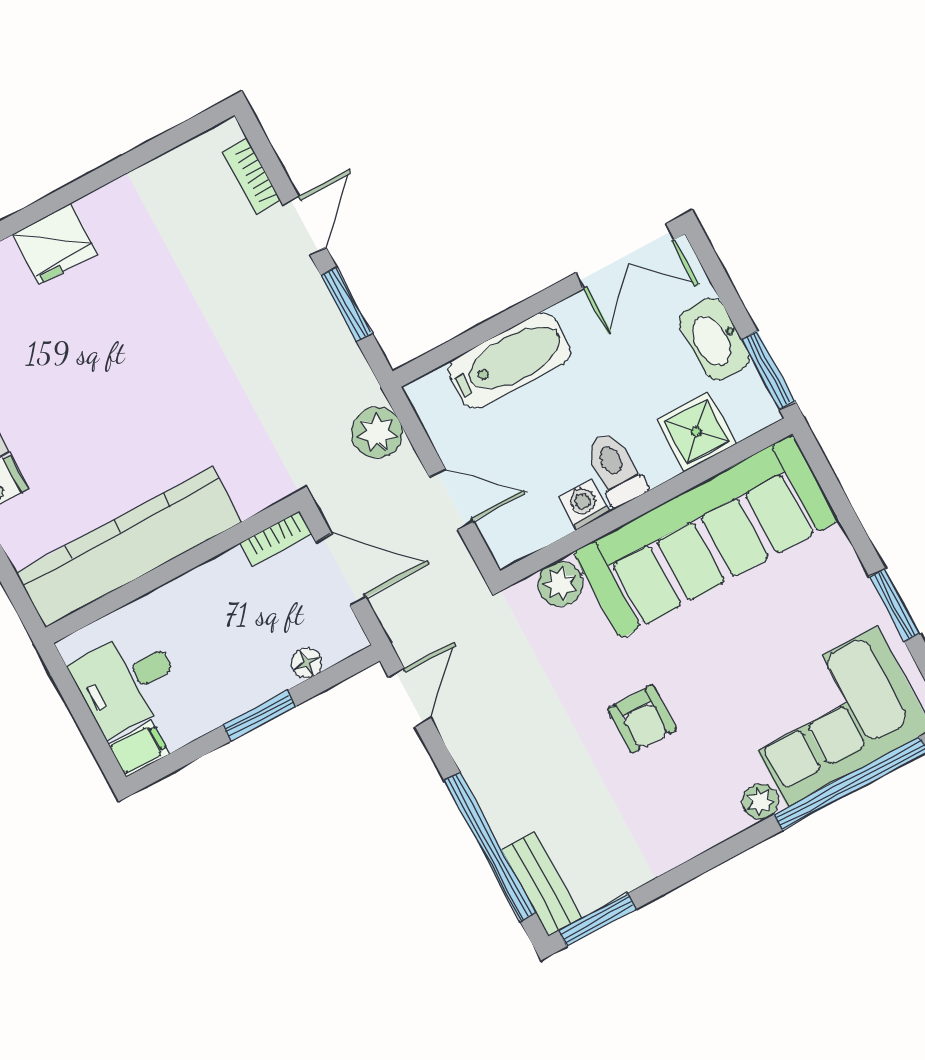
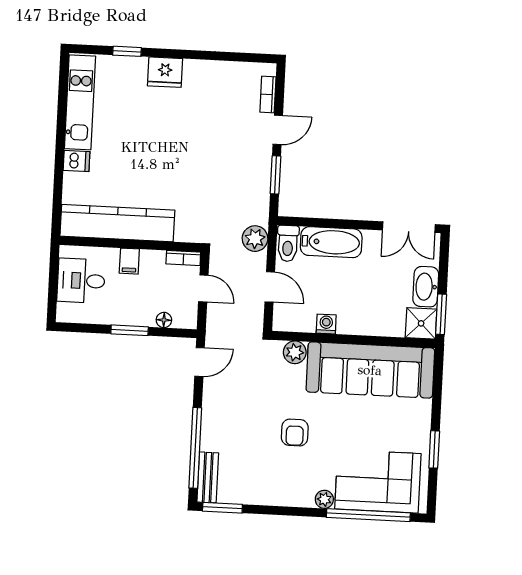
shower: (696, 432) -> (421, 323), moved
toilet: (615, 469) -> (288, 243), moved, turned 180
door: (341, 570) -> (203, 289), width x0.73
filing cabinet: (139, 749) -> (129, 261), moved, turned 90

